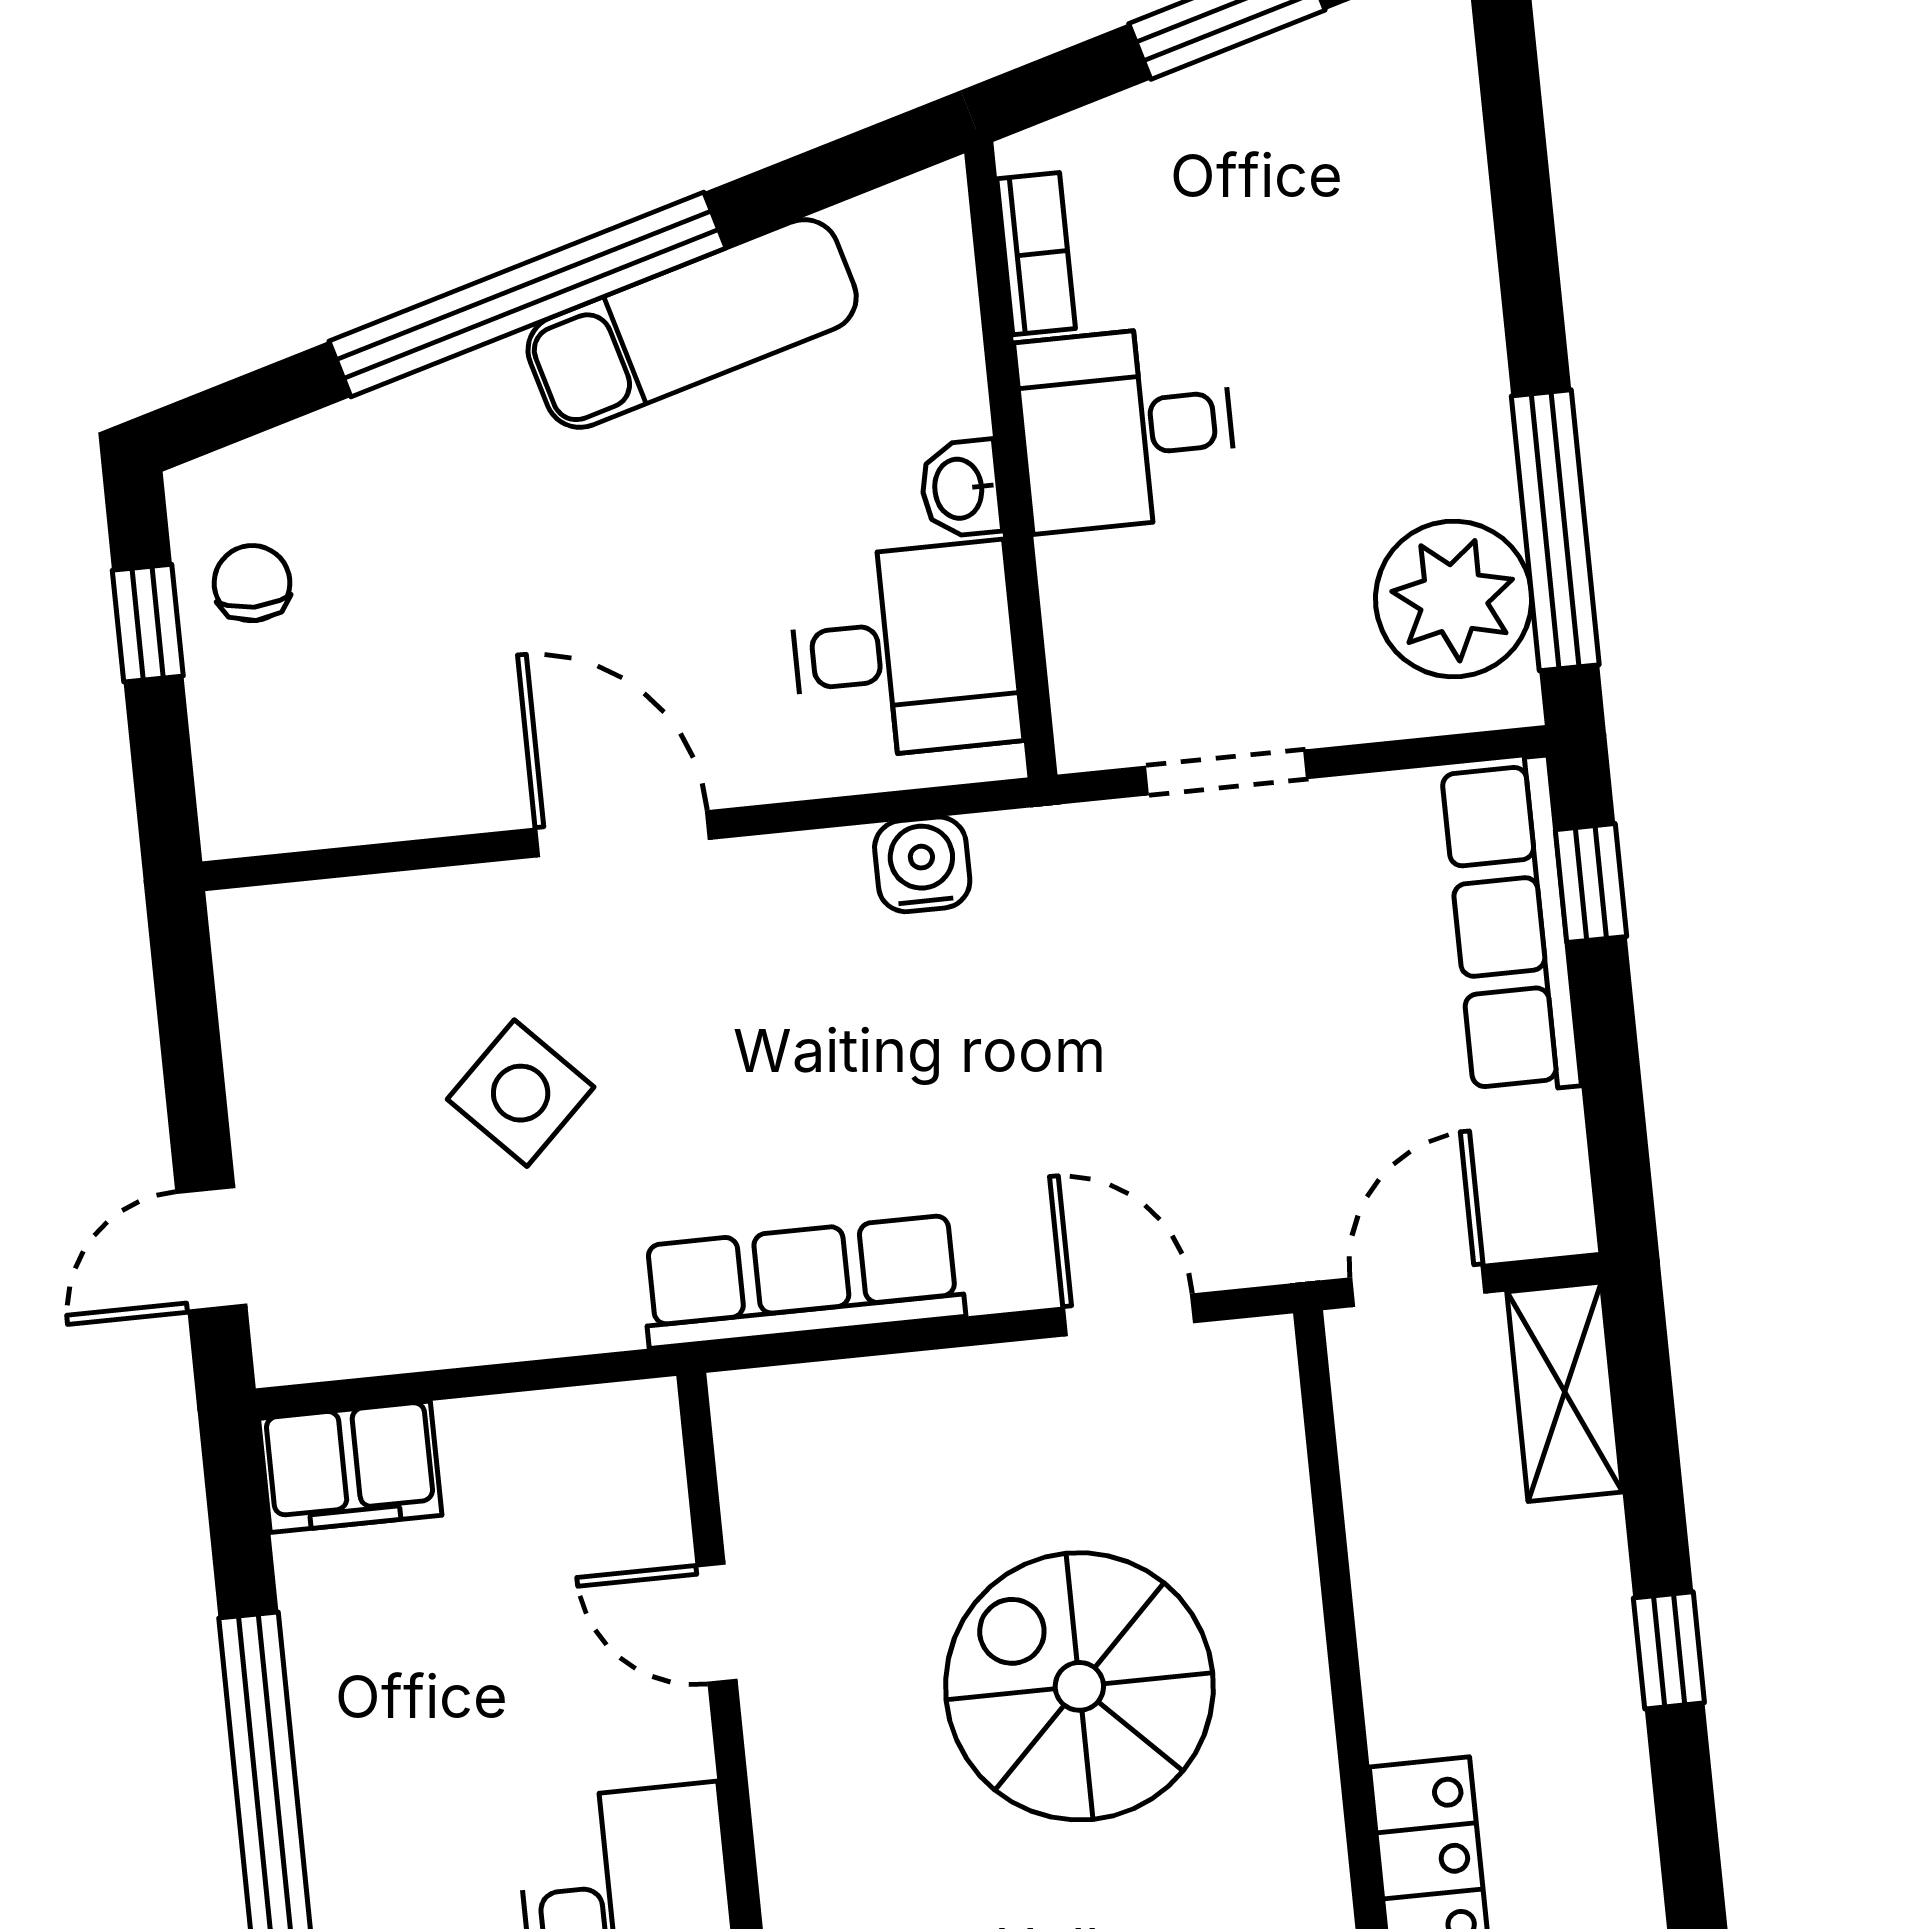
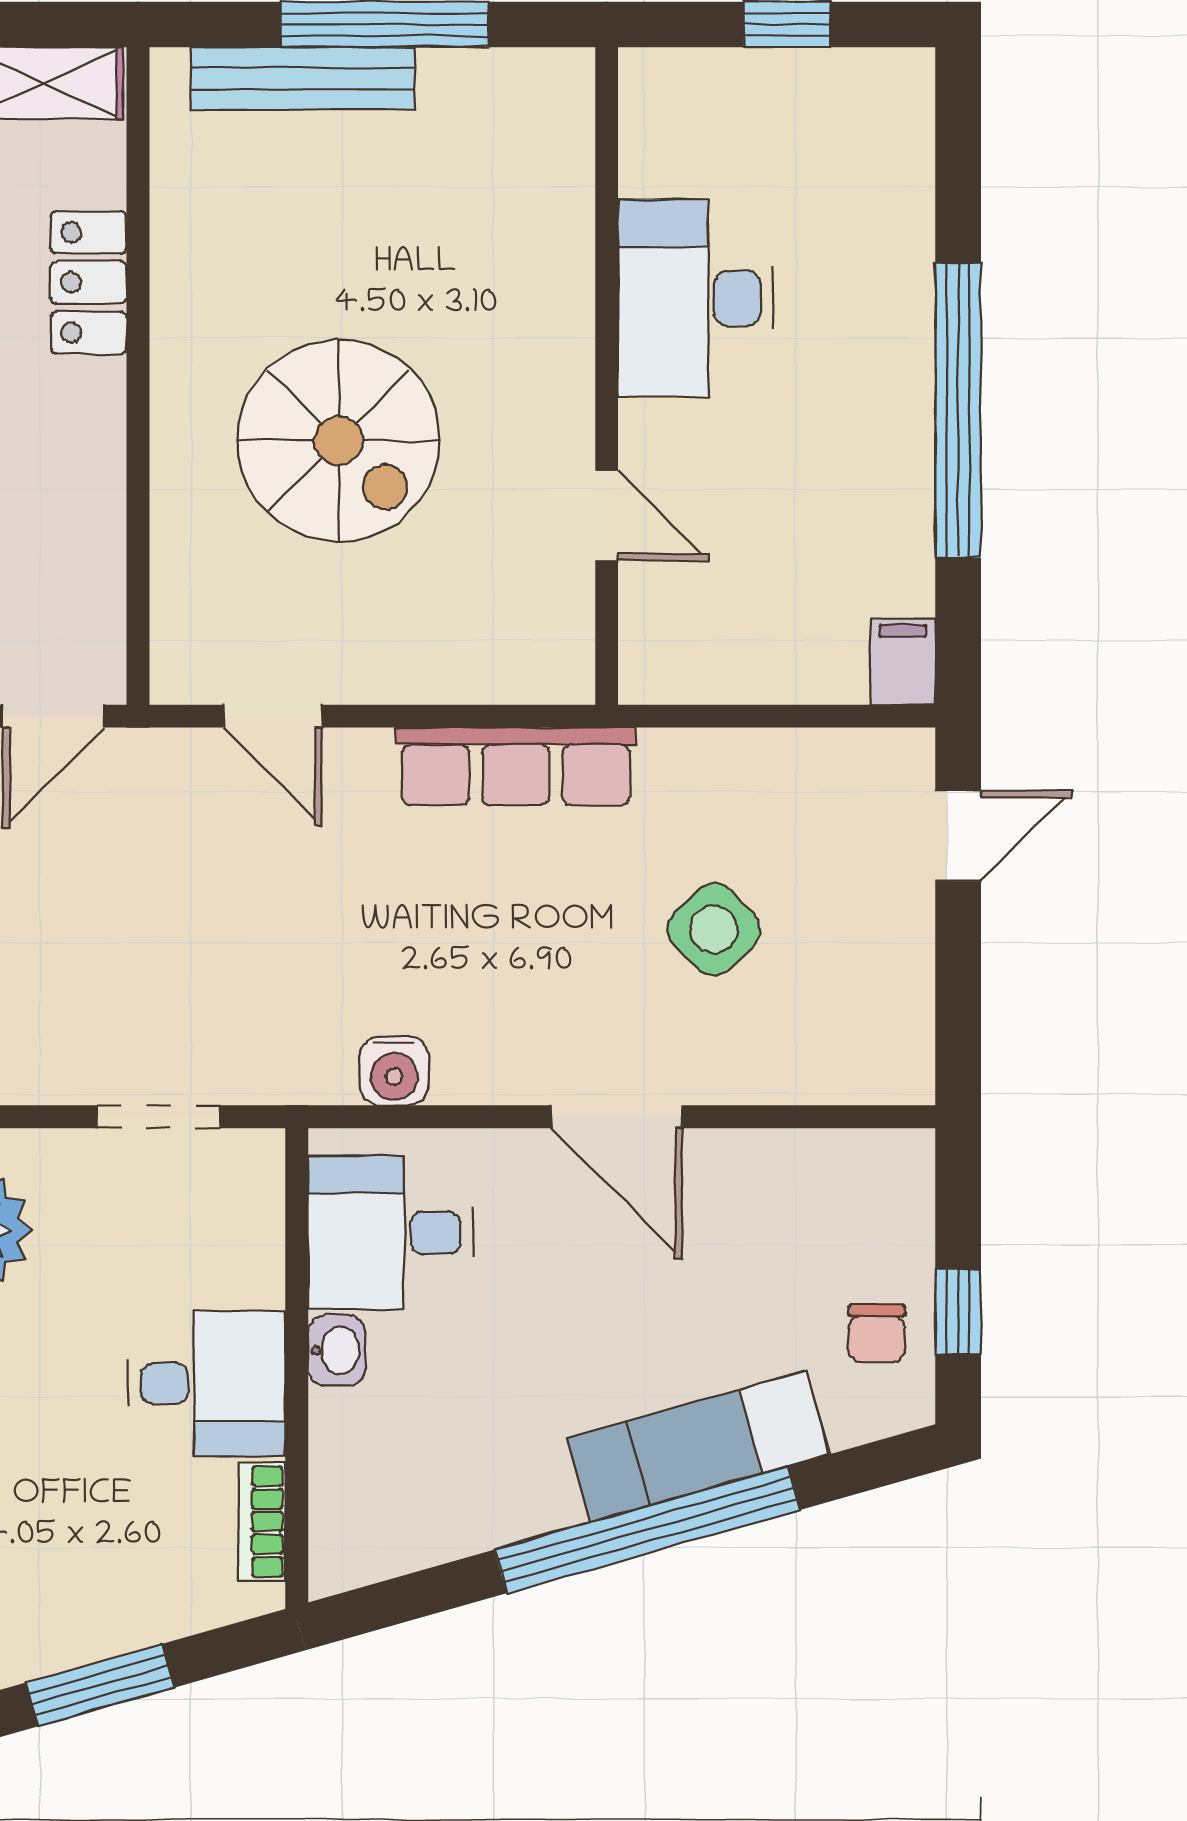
exam couch: (692, 323) -> (698, 1446), moved
filing cabinet: (350, 1467) -> (903, 661), width x0.50

